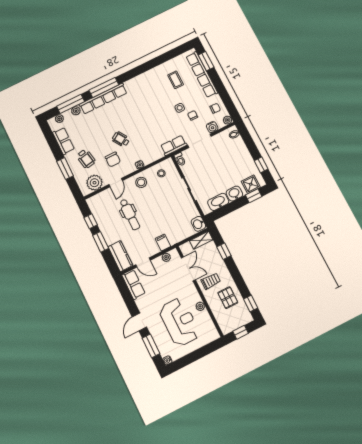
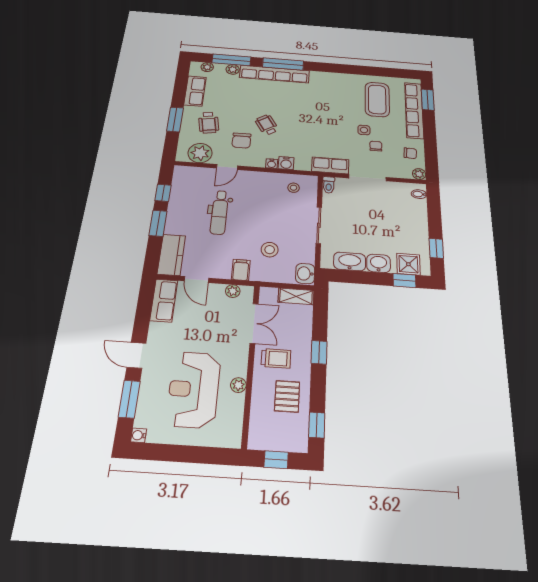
coffee table: (176, 80) -> (377, 99), width x1.86, depth x1.72
water cooler: (212, 127) -> (286, 163), moved
stool: (141, 182) -> (270, 250), moved
window: (224, 251) -> (319, 352), moved
door: (139, 322) -> (136, 355), hinge flipped
reception desk: (179, 322) -> (194, 389), turned 180

